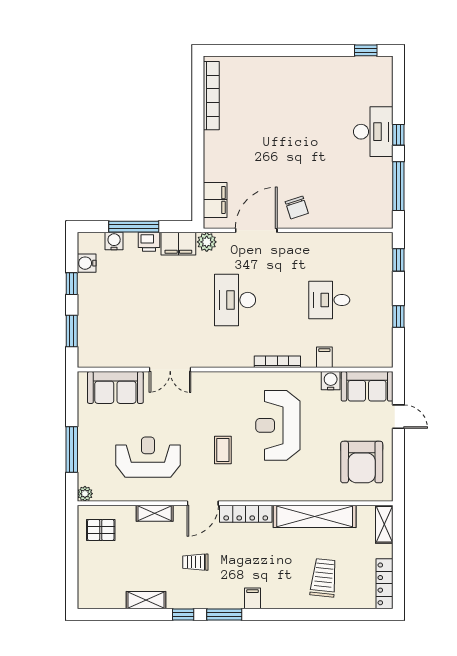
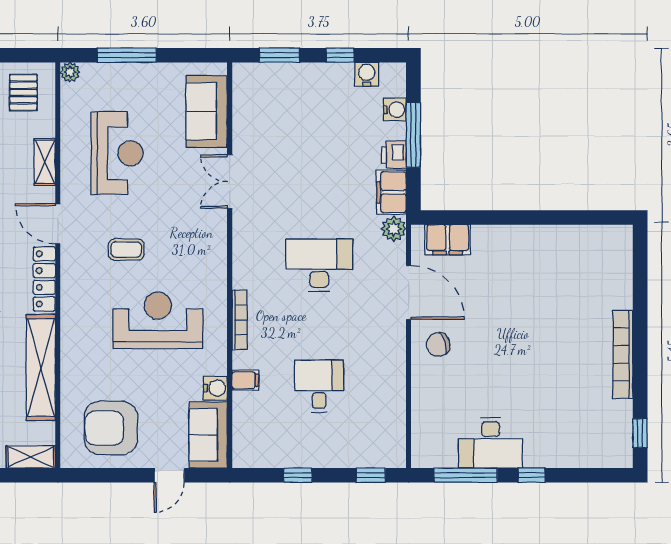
bookcase: (211, 96) -> (623, 354), moved, turned 90
desk: (373, 132) -> (491, 443), moved

